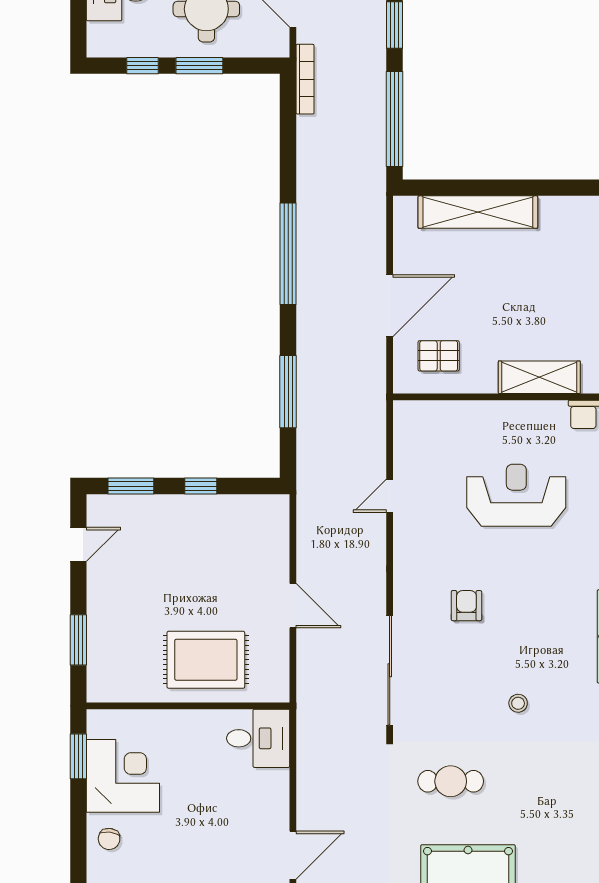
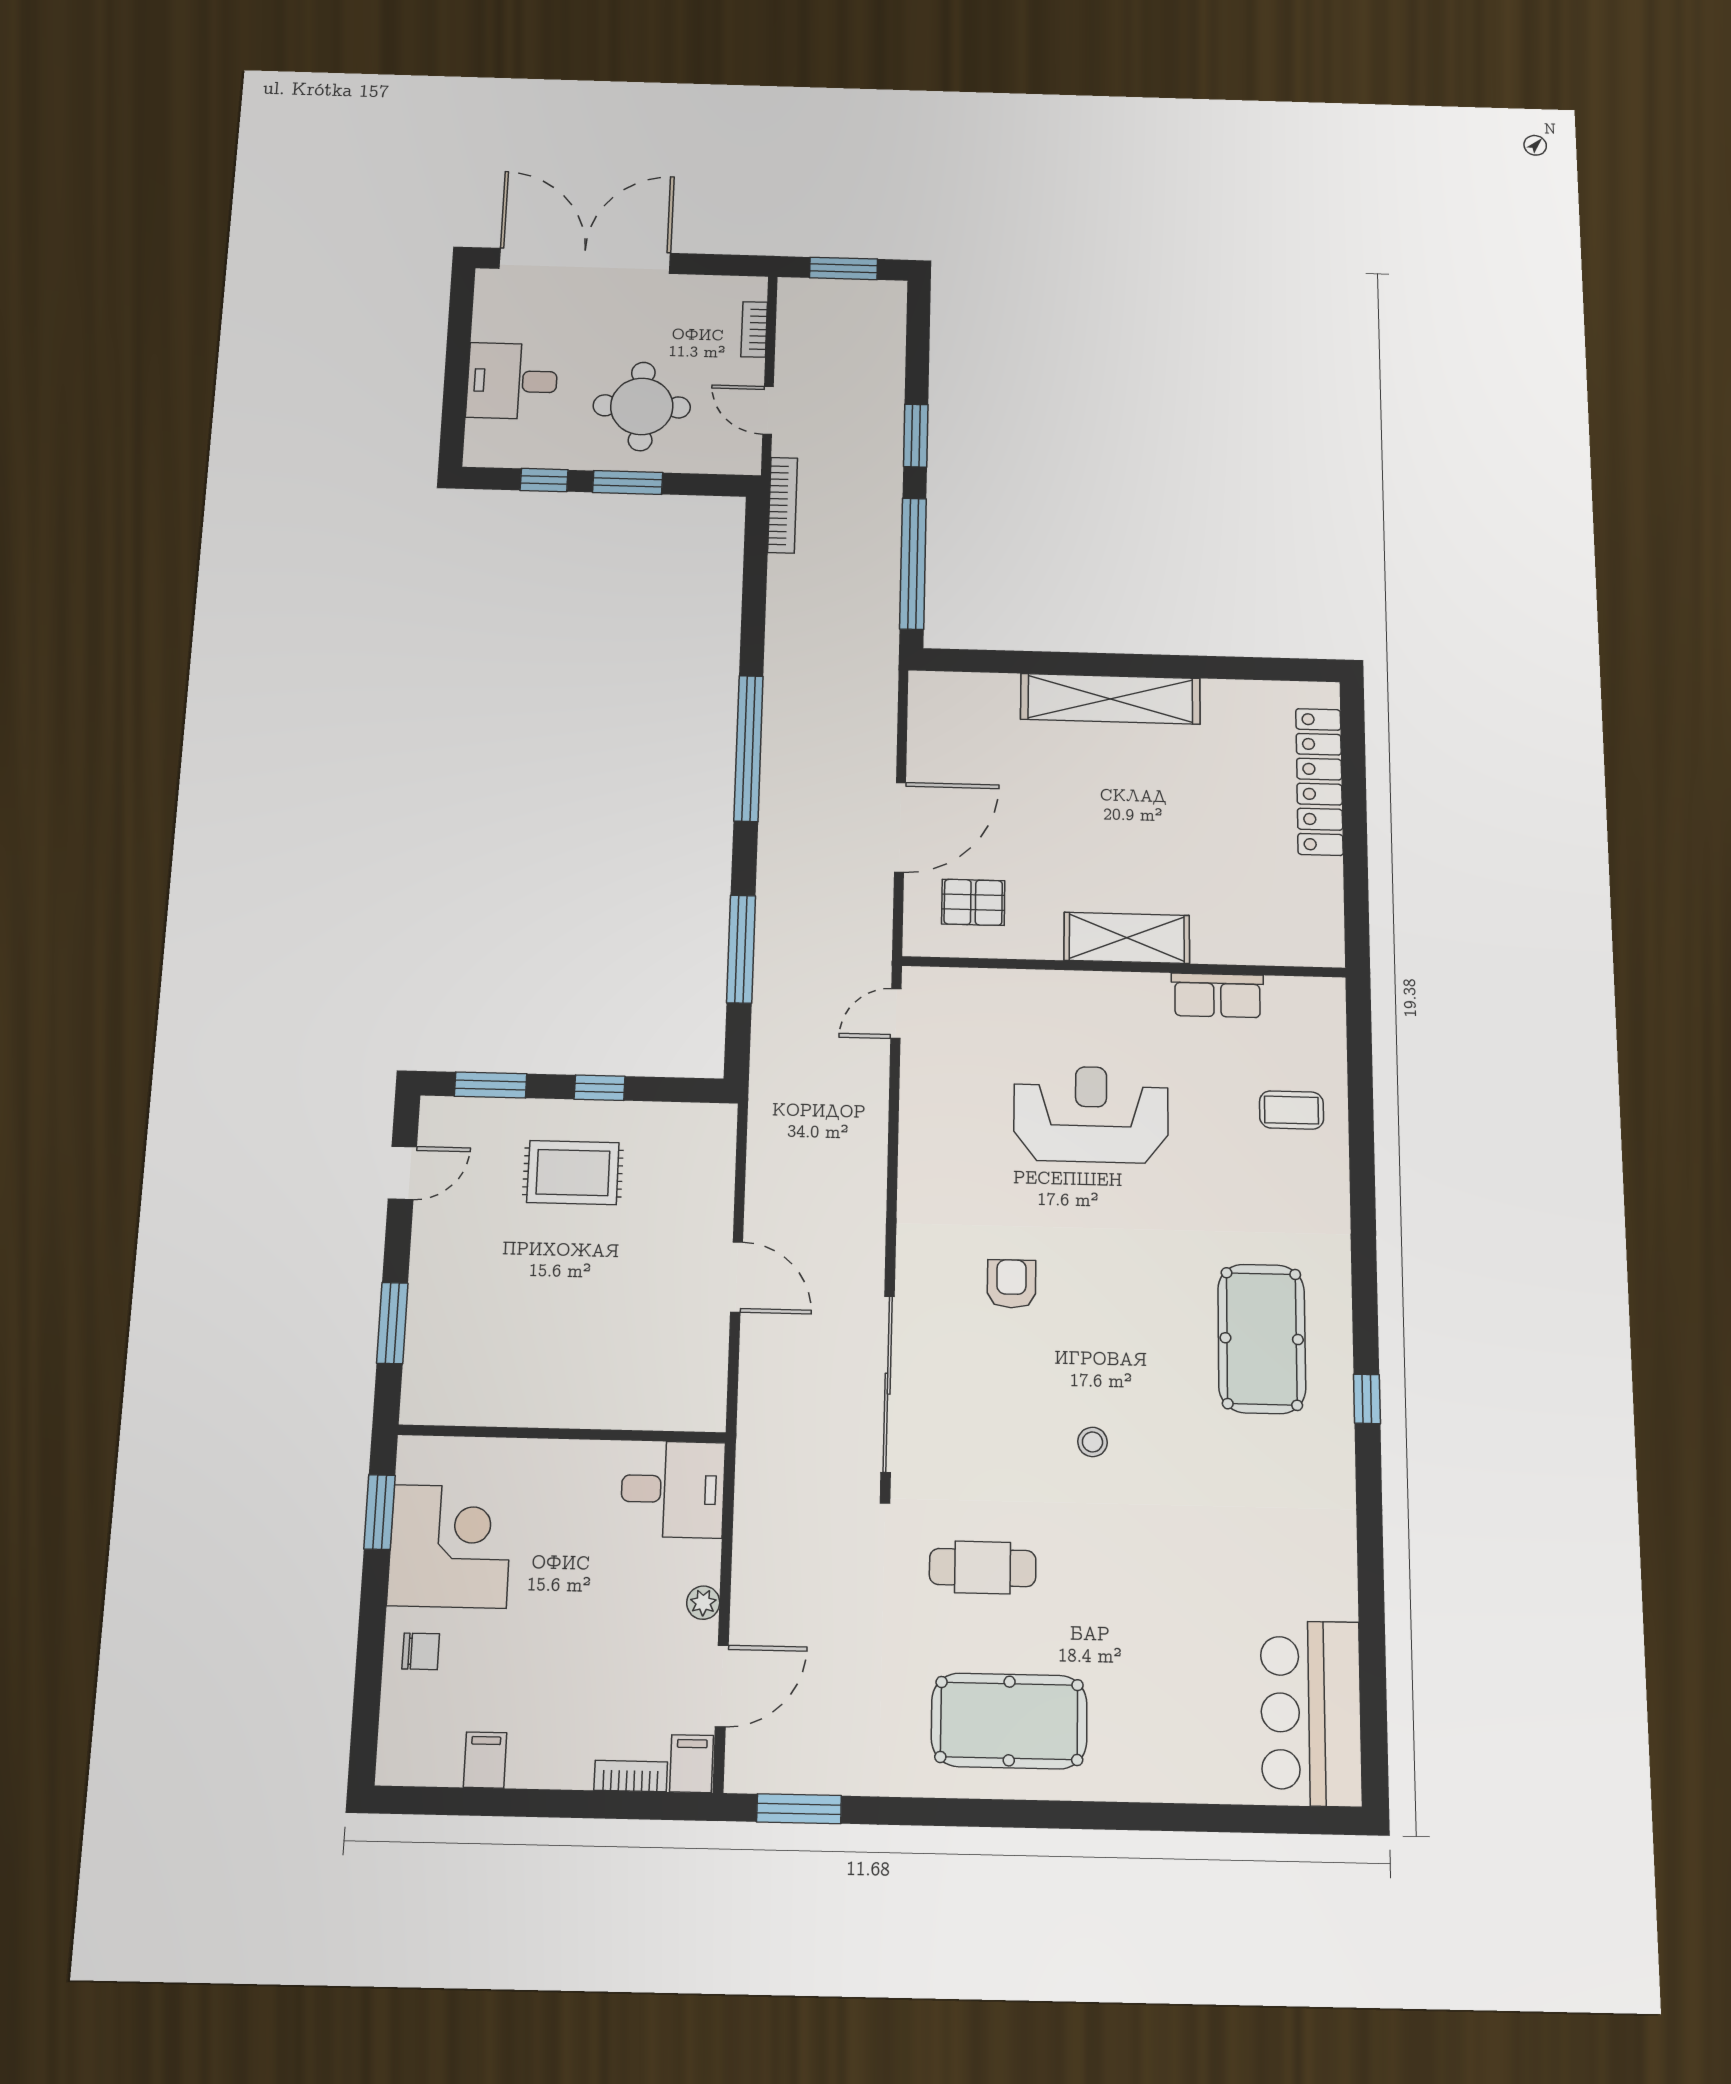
shelving: (478, 212) -> (1110, 699), moved
door: (390, 496) -> (896, 1014), moved
rug: (206, 660) -> (573, 1173), moved, width x0.73, depth x0.70
plant: (280, 806) -> (703, 1603), added
chair: (109, 839) -> (421, 1651), turned -97

